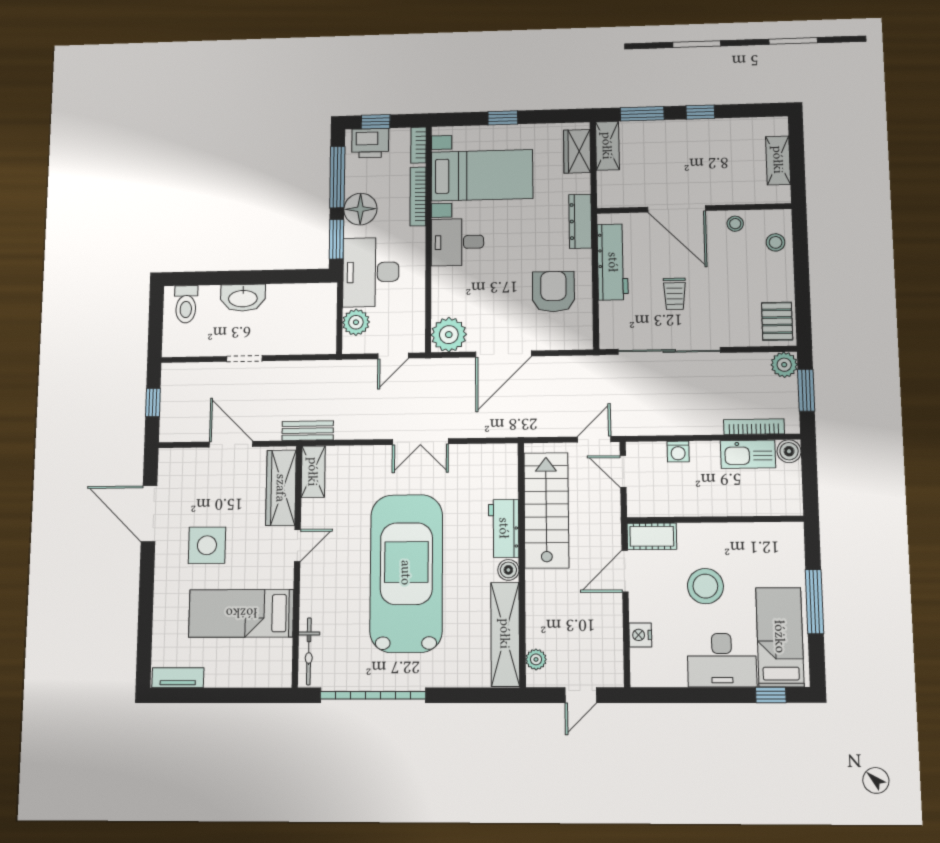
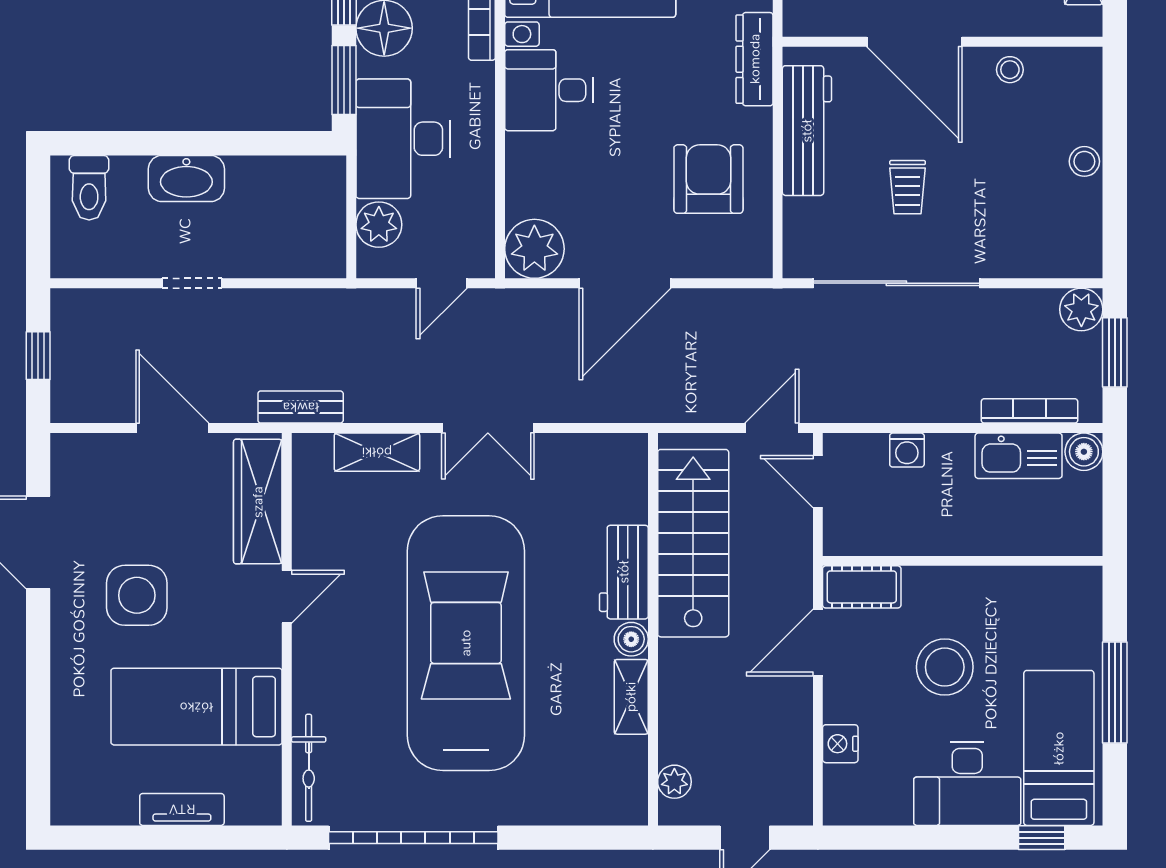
stool: (776, 242) -> (1084, 161), moved
pallet: (777, 321) -> (1072, 237), removed
shelving: (313, 472) -> (377, 452), moved, turned 90
shelving: (505, 634) -> (631, 697), width x0.45, depth x0.75
tv unit: (178, 678) -> (182, 809), moved

